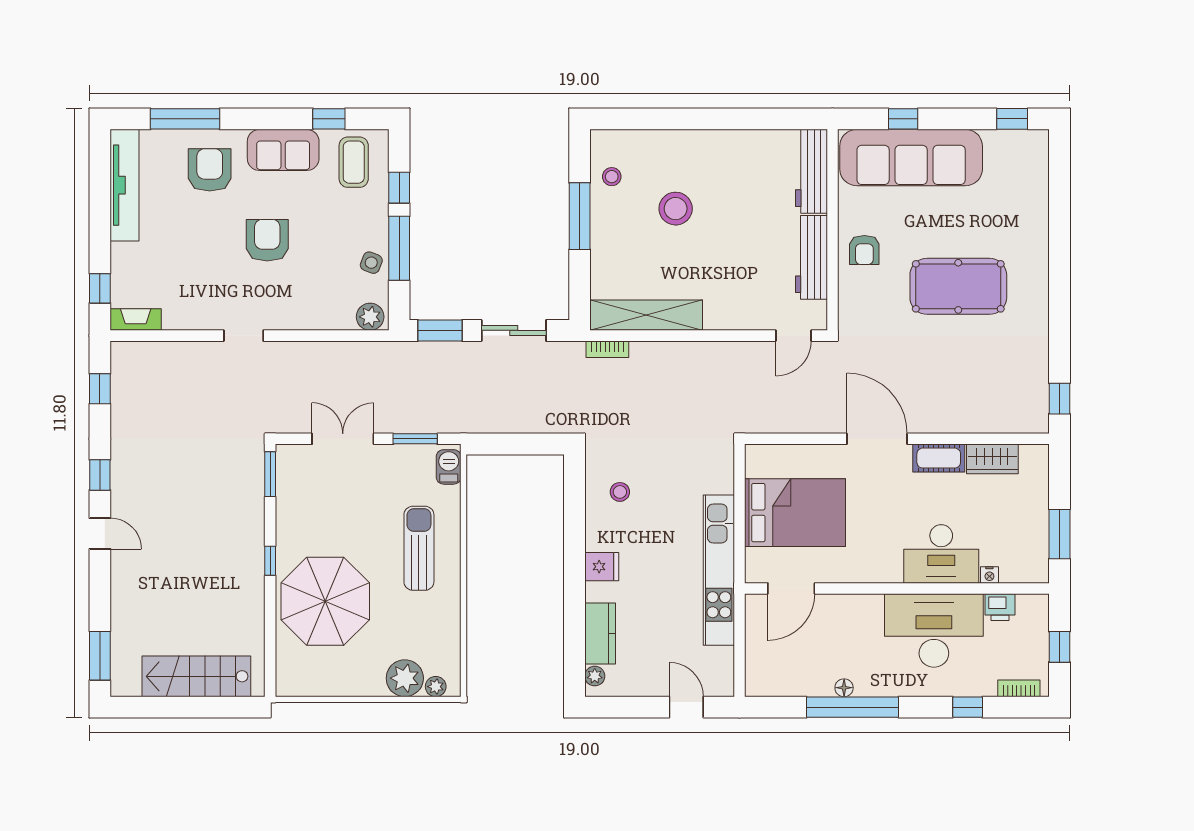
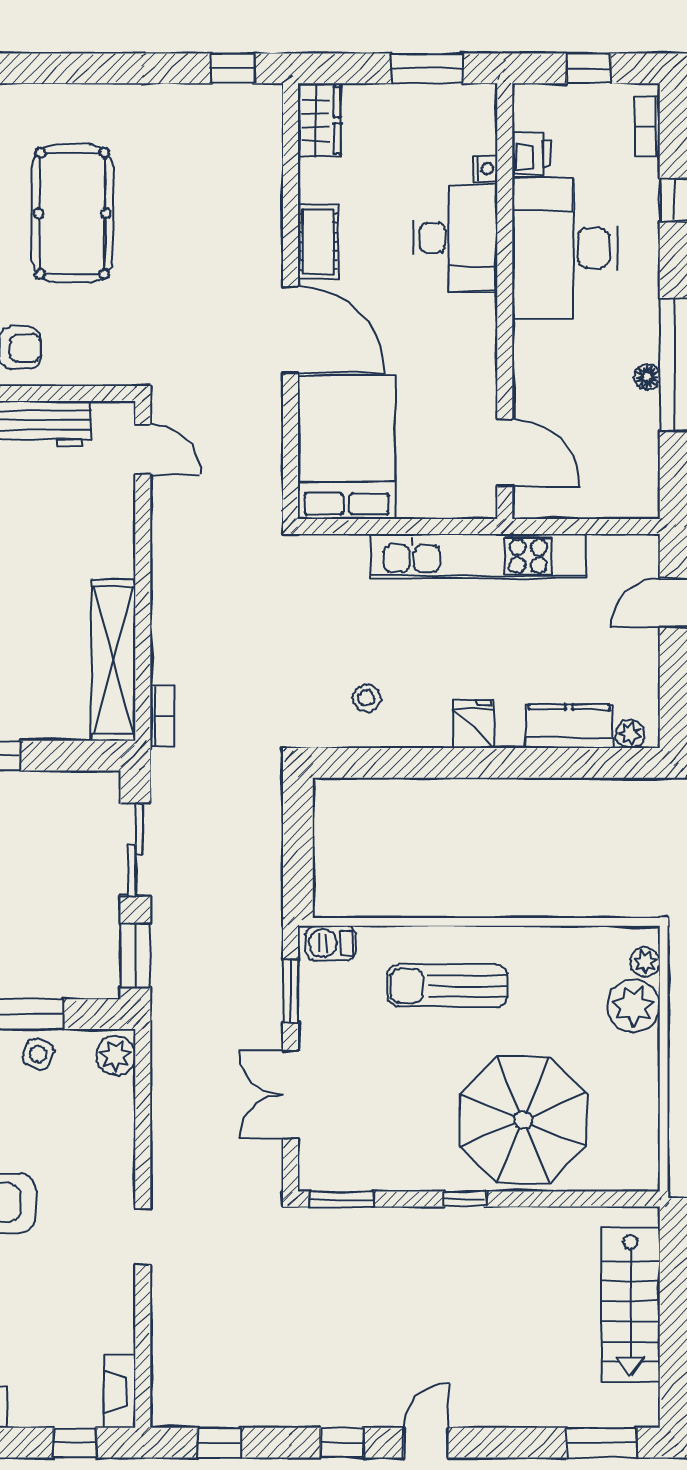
door: (877, 439) -> (290, 330), swing flipped
wardrobe: (992, 459) -> (319, 120), moved
bed: (795, 513) -> (346, 447), moved

